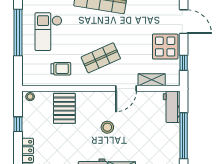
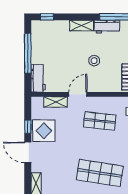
shop shelf: (101, 58) -> (100, 121), turned 30
window: (184, 63) -> (28, 127), moved

